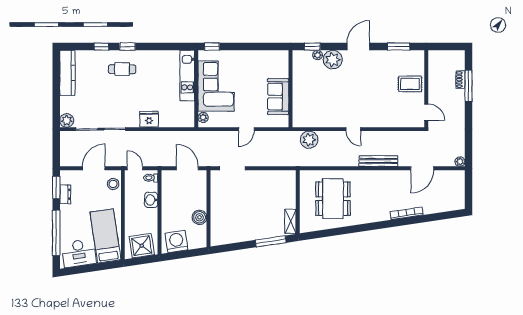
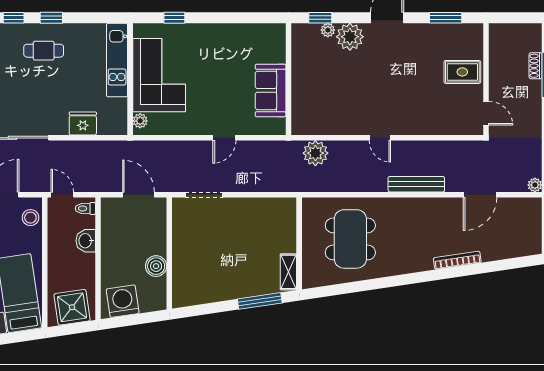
kitchen unit: (187, 76) -> (117, 60), moved
corner sofa: (216, 86) -> (159, 75), moved
wall: (196, 89) -> (130, 79), moved
plant: (203, 117) -> (140, 121), moved

